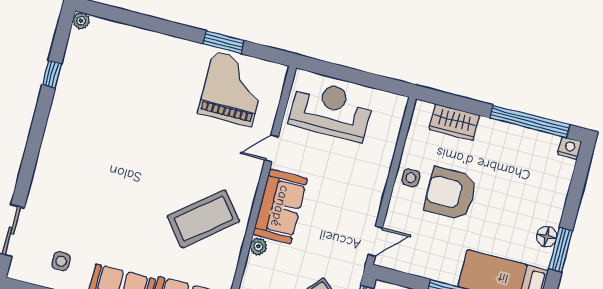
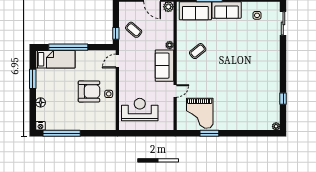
reception desk: (331, 110) -> (140, 110), moved, turned 180
wardrobe: (454, 122) -> (96, 124), removed
coffee table: (203, 219) -> (198, 51), width x0.54, depth x0.58
floor lamp: (547, 236) -> (41, 102), moved

